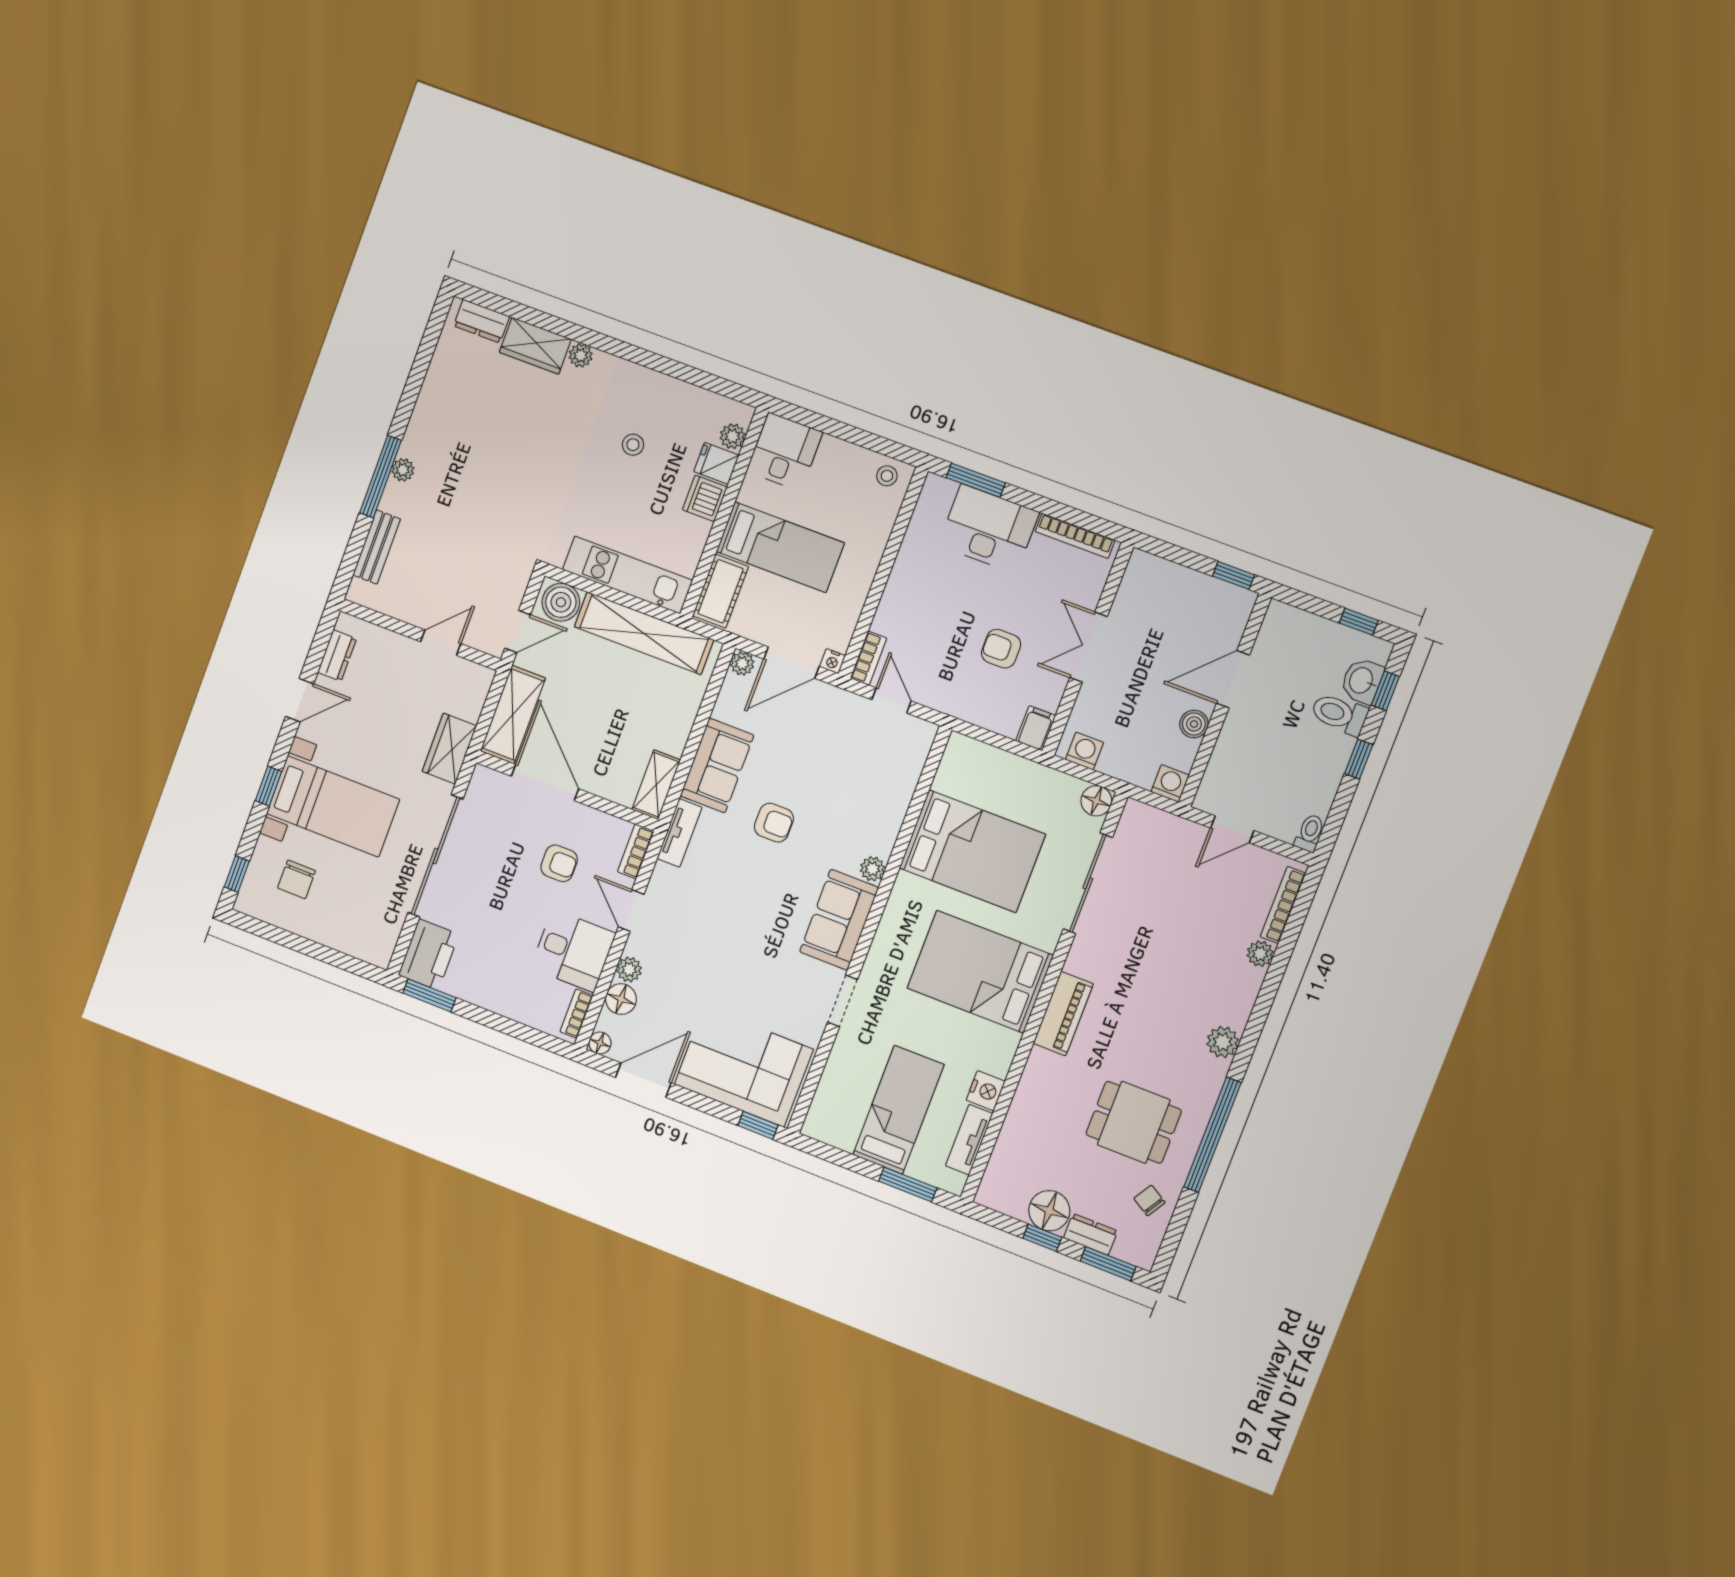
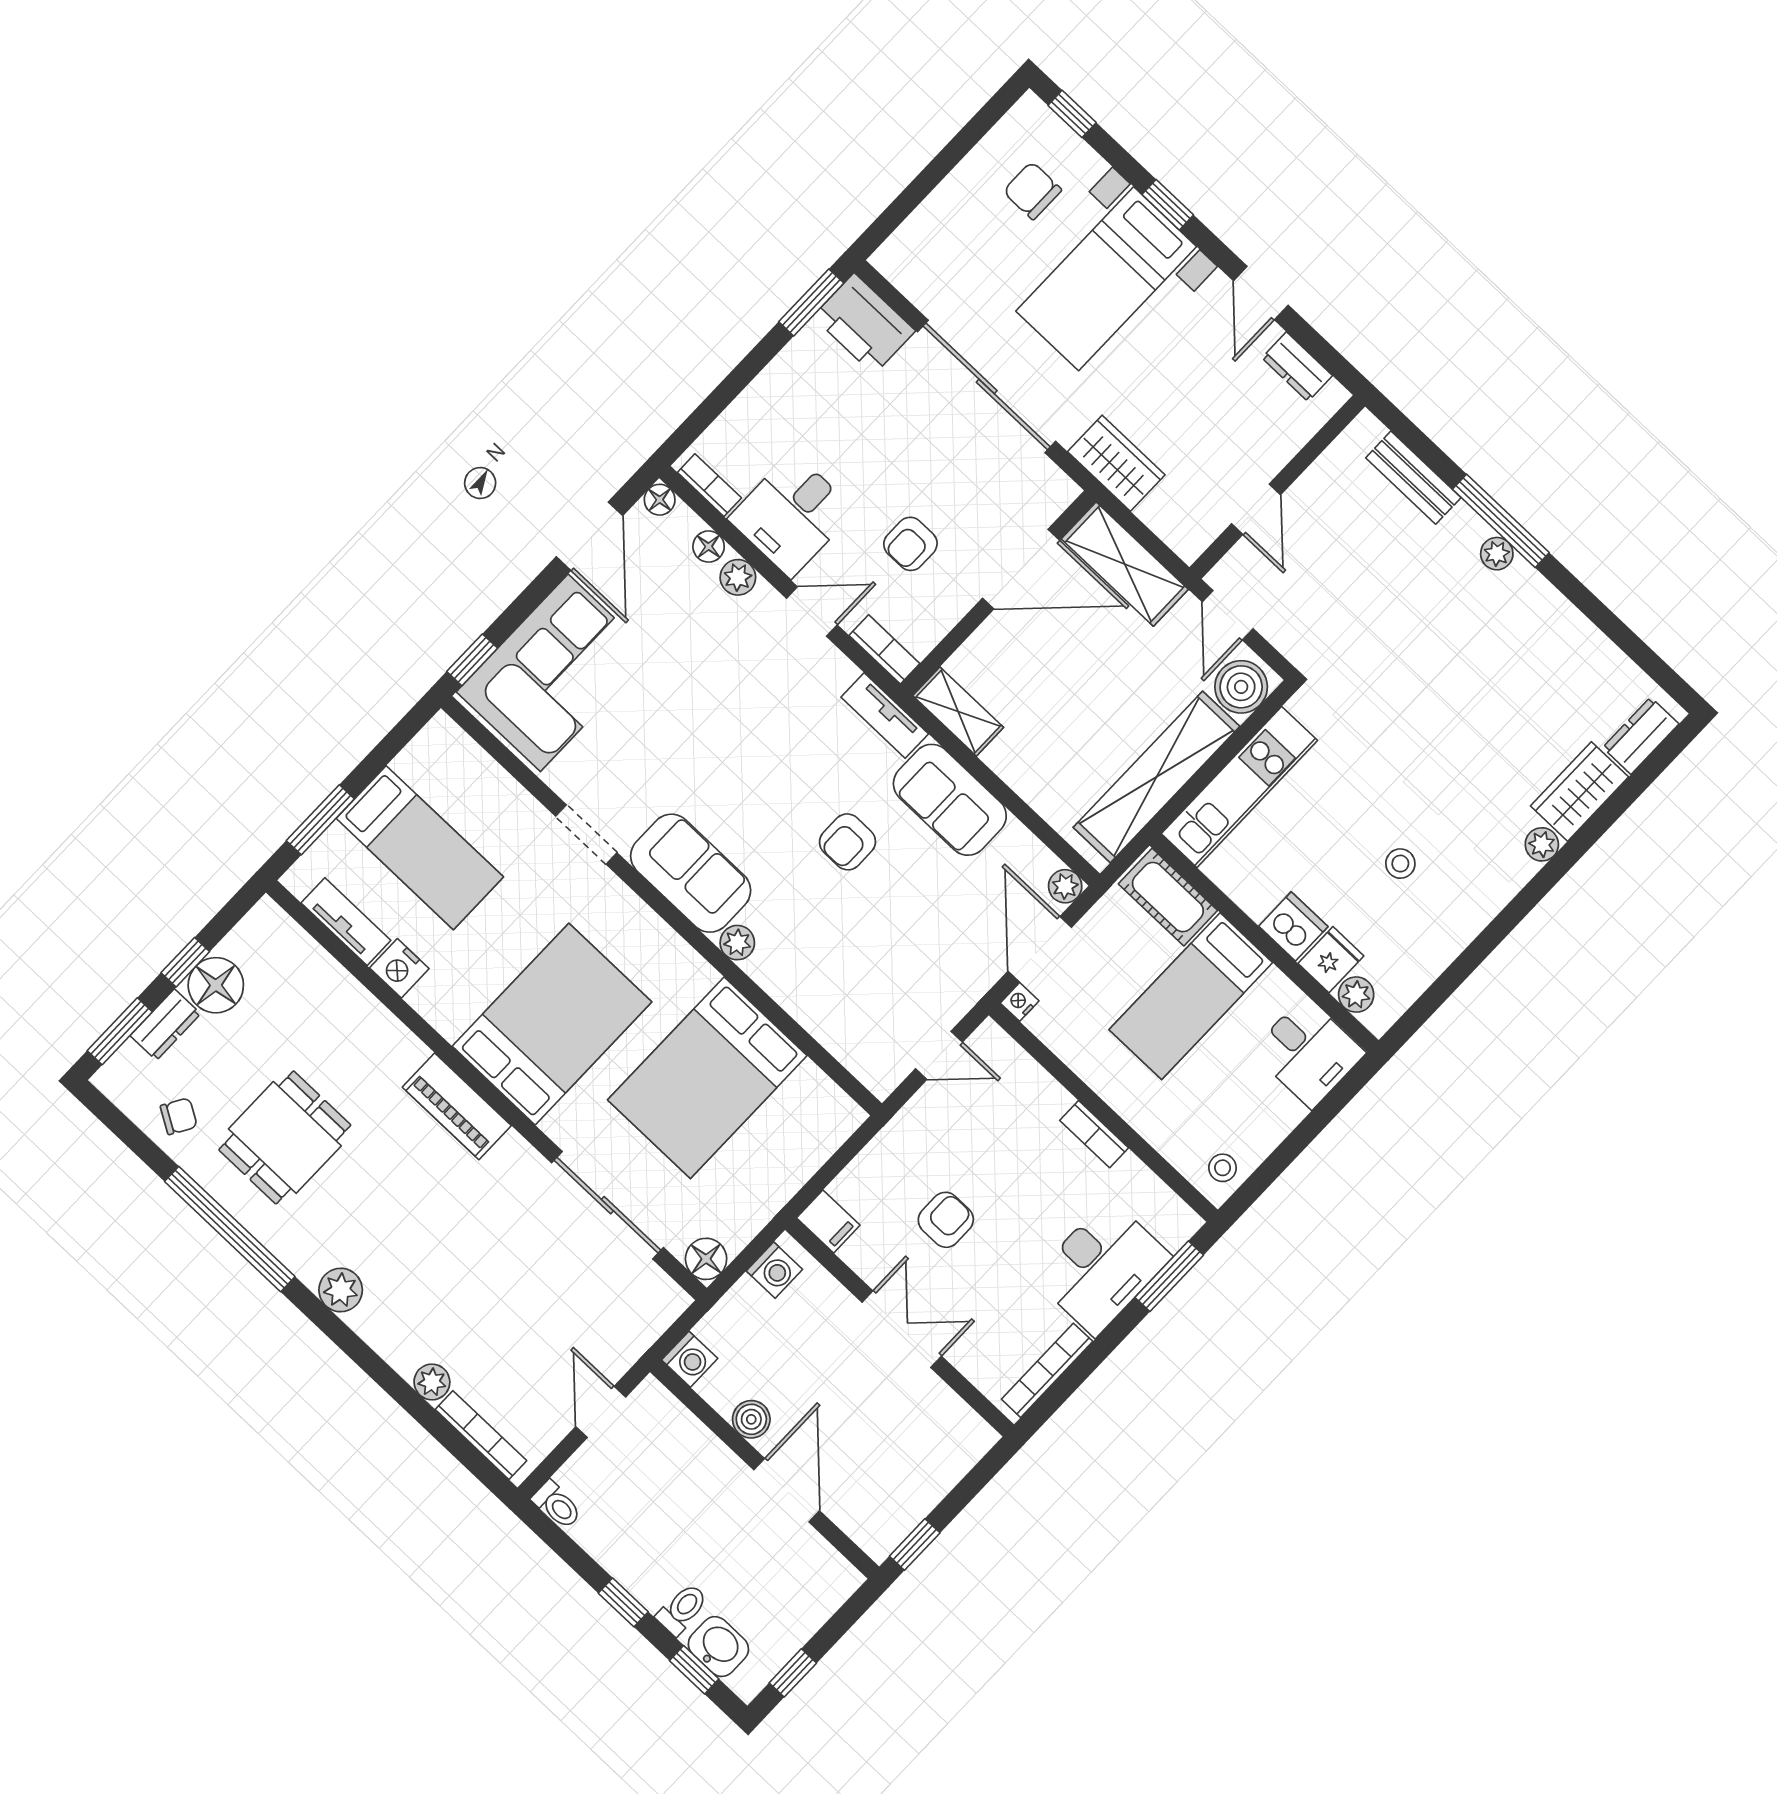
bookcase: (868, 658) -> (1094, 1134), moved
toilet: (1339, 714) -> (682, 1609), width x0.73, depth x0.72
floor lamp: (621, 999) -> (709, 547), width x0.73, depth x0.73

